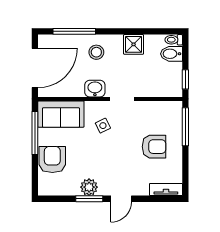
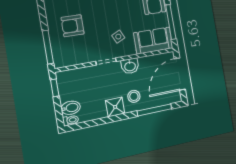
shower: (134, 44) -> (115, 107), moved

